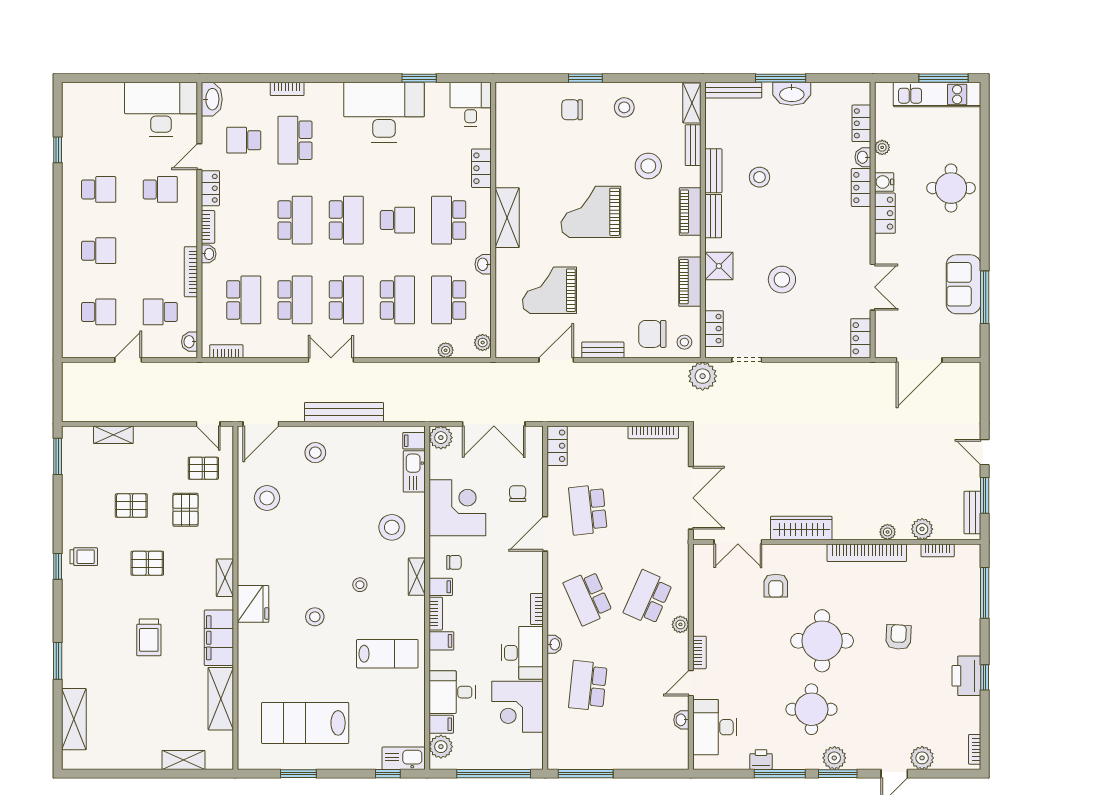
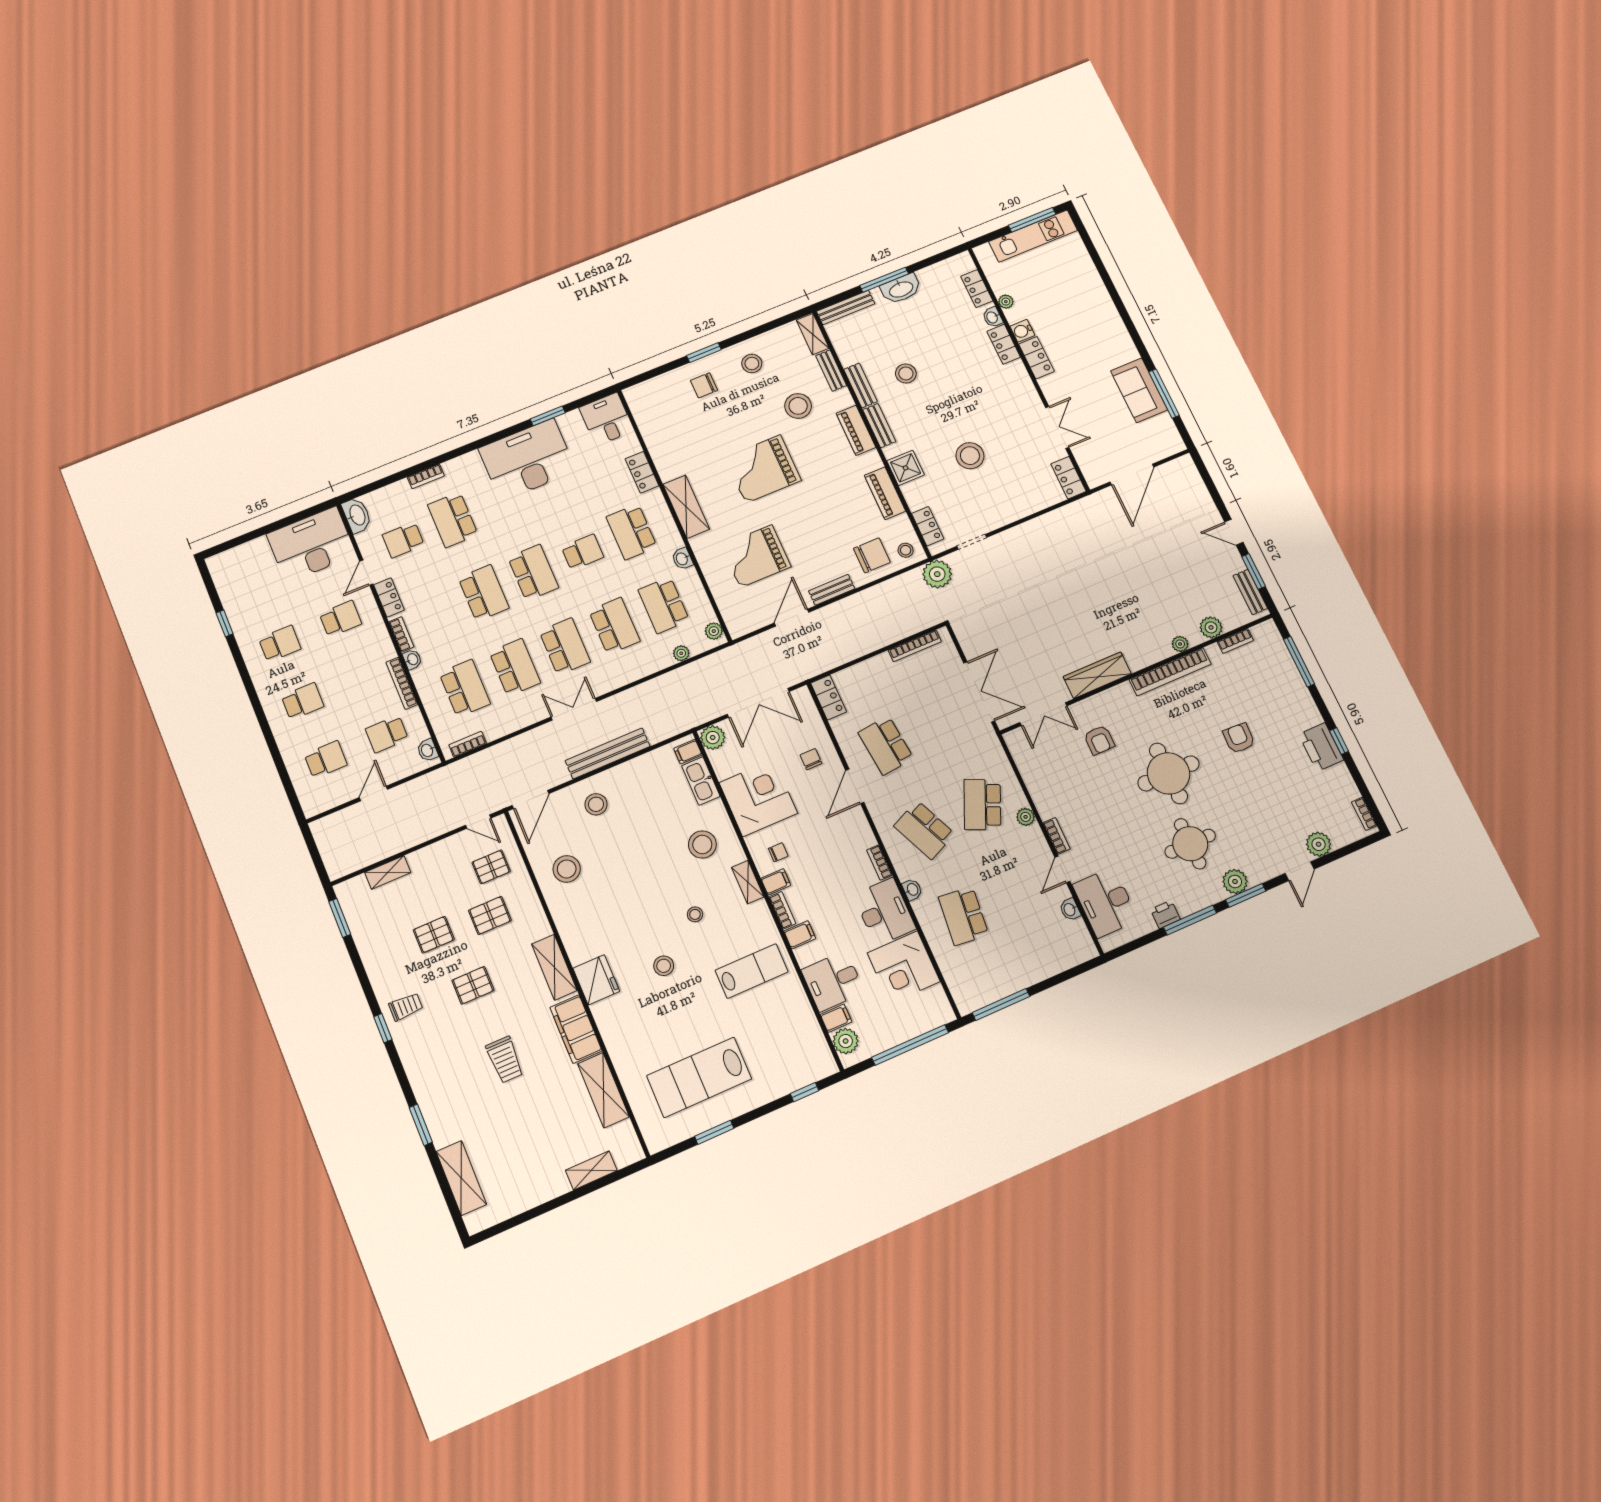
round table: (951, 188) -> (1086, 311), removed
chair: (652, 334) -> (872, 555), turned 180
pallet: (185, 510) -> (490, 915), turned 90
shelving: (225, 578) -> (554, 967), width x1.50, depth x1.33
kitchen sink: (404, 758) -> (814, 1069), removed

